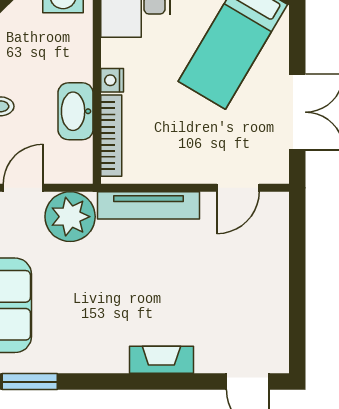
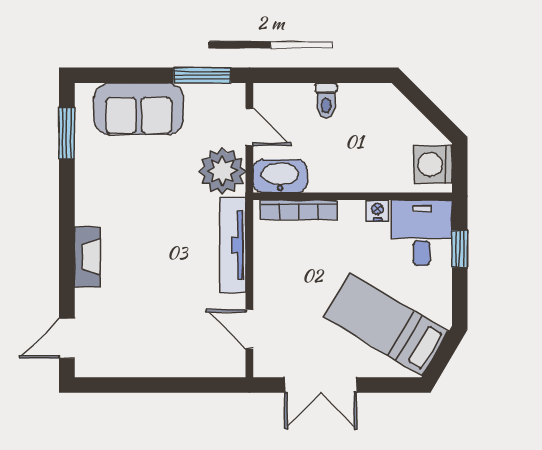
nightstand: (112, 80) -> (377, 211), moved
washbasin: (75, 111) -> (280, 176), moved

